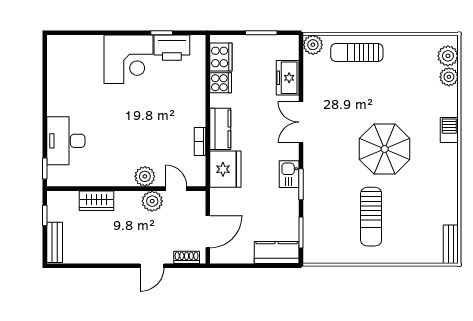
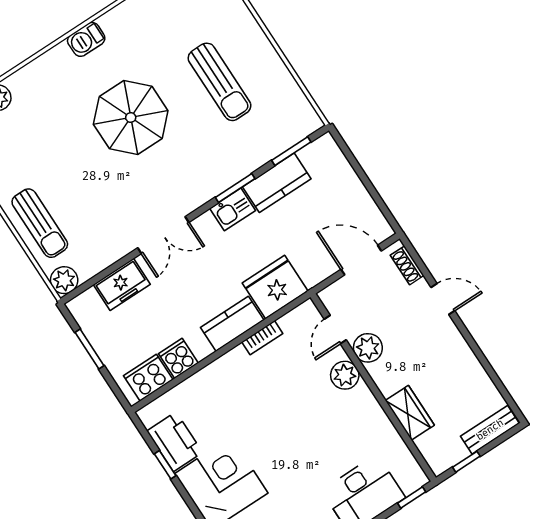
barbecue: (449, 130) -> (86, 39), moved
sun lounger: (371, 217) -> (220, 82), turned 90
kitchen counter: (277, 252) -> (277, 183), moved, turned -90

